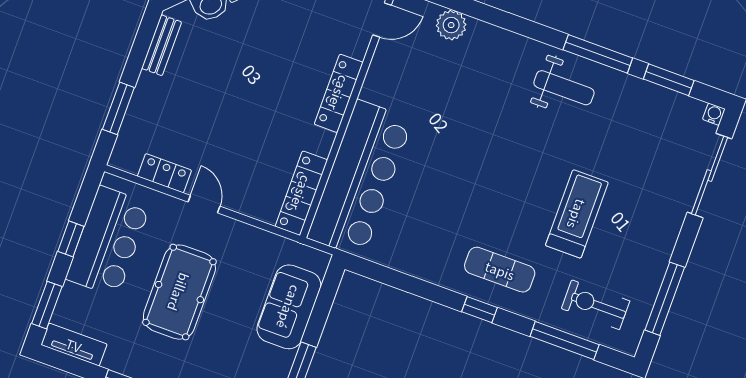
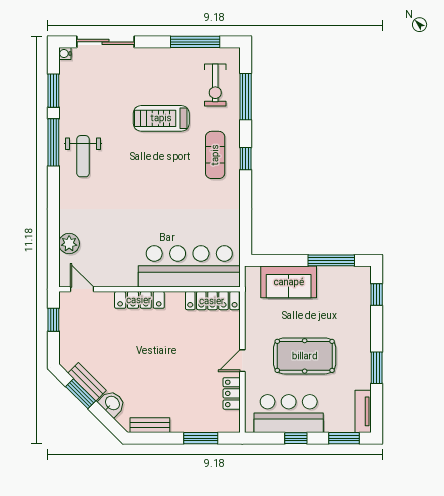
weight bench: (564, 88) -> (83, 156), turned 180

